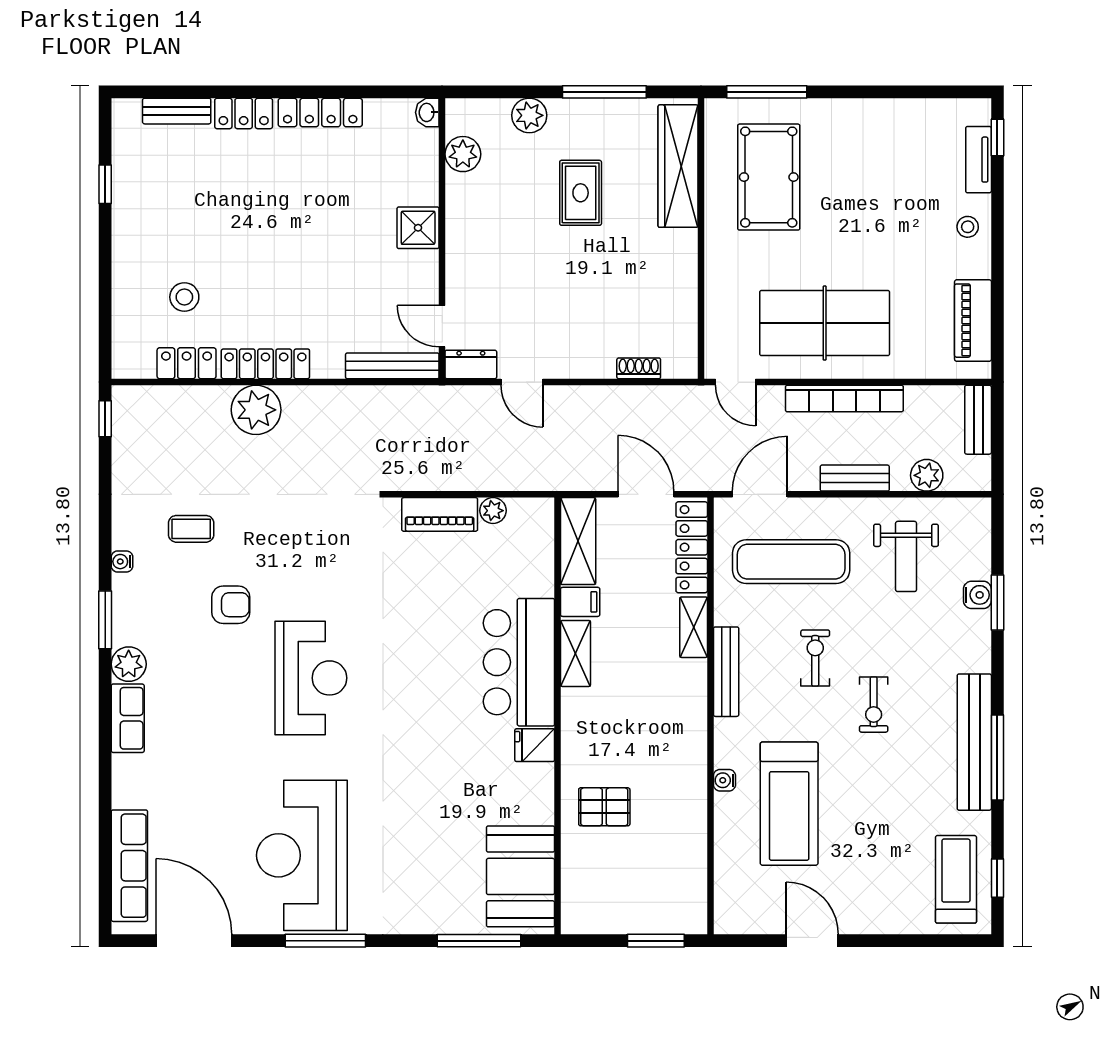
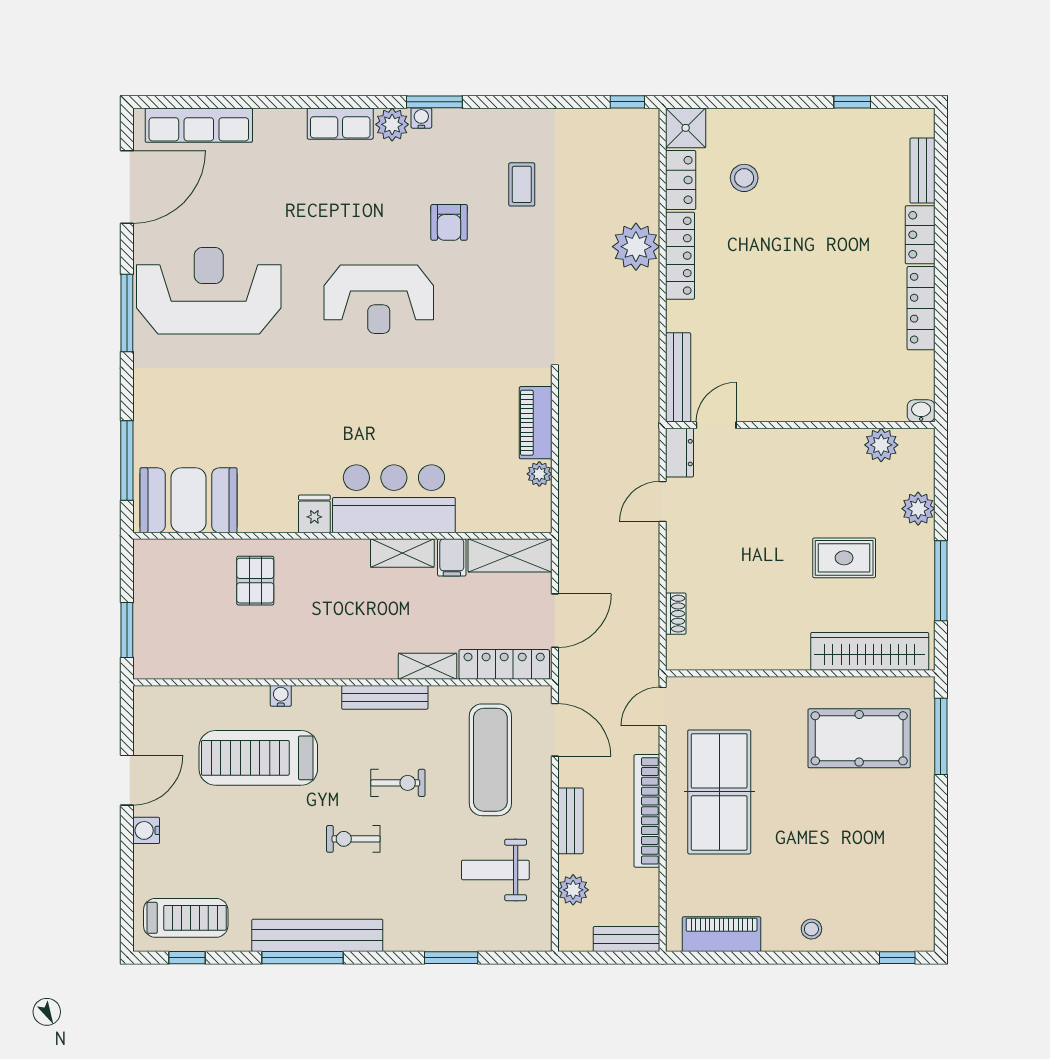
tv unit: (979, 160) -> (876, 939), removed
shower: (418, 228) -> (686, 128), moved
water cooler: (122, 562) -> (421, 118), moved
water cooler: (977, 595) -> (146, 830), moved, turned 90

